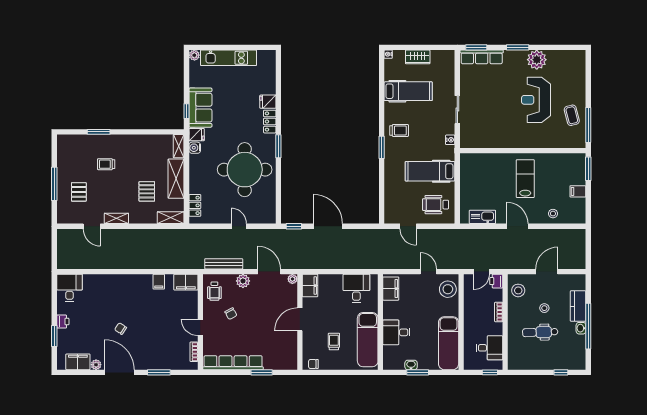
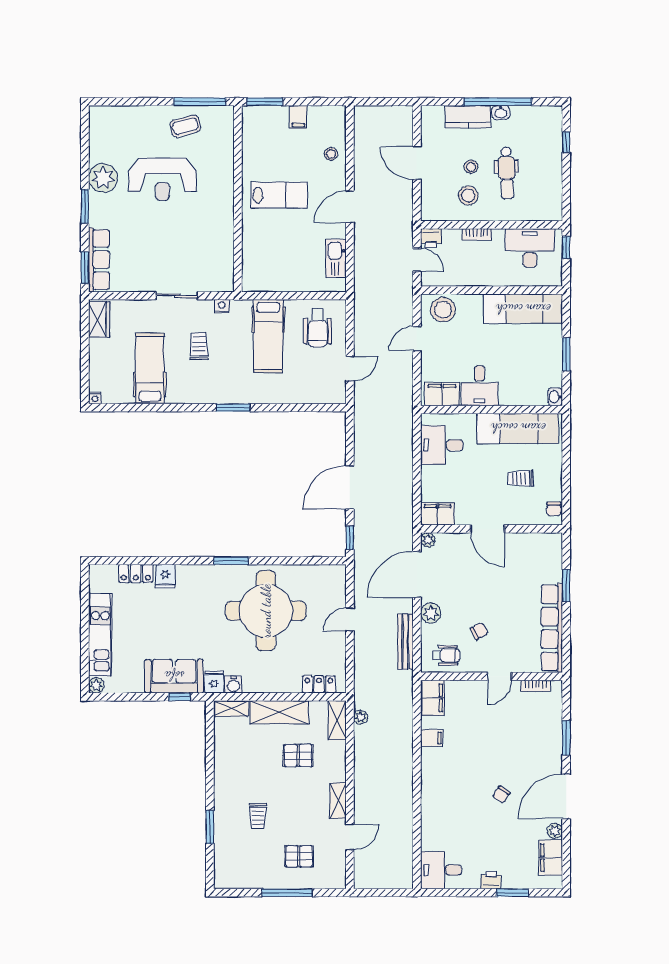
wardrobe: (418, 57) -> (99, 320), moved
locker: (270, 122) -> (136, 573), moved
trolley: (399, 130) -> (199, 346), moved
lab bench: (525, 179) -> (279, 195), turned 180
plant: (173, 233) -> (360, 717), added
door: (269, 272) -> (417, 574), width x1.36
stool: (518, 290) -> (468, 196), moved
desk: (396, 332) -> (479, 386), moved
desk: (490, 348) -> (530, 248), width x1.37
washbasin: (411, 365) -> (555, 397), moved

